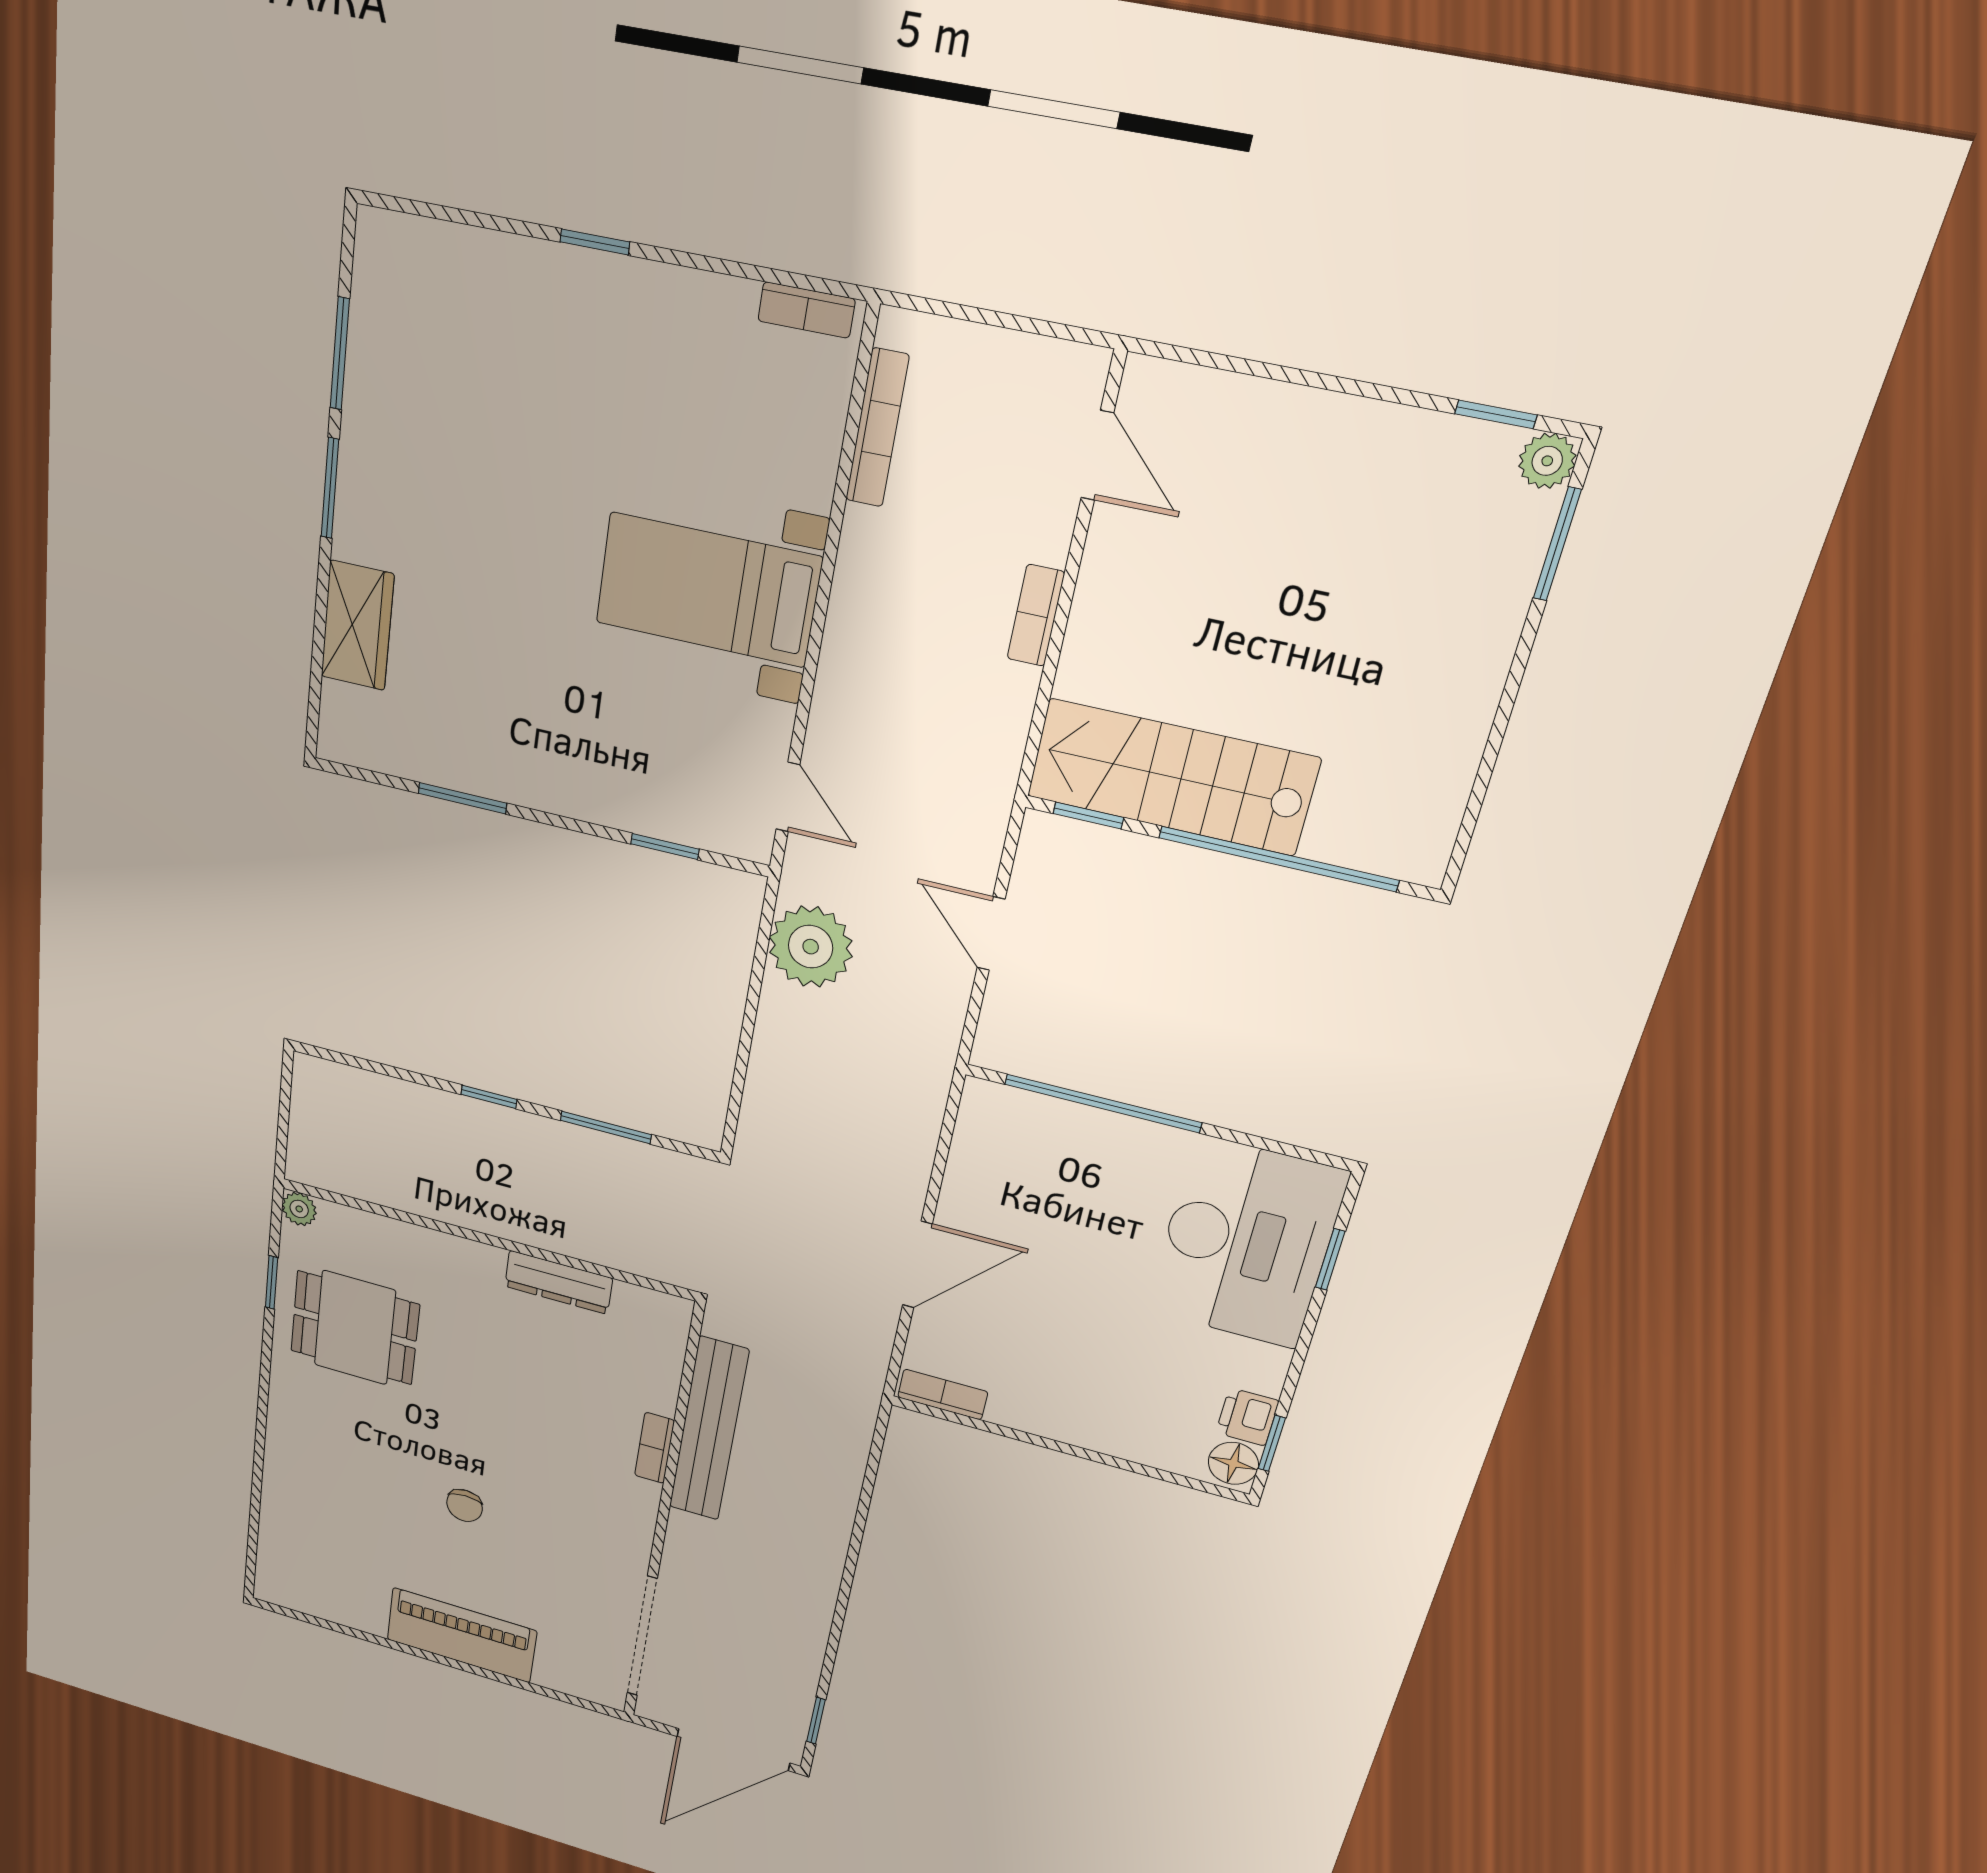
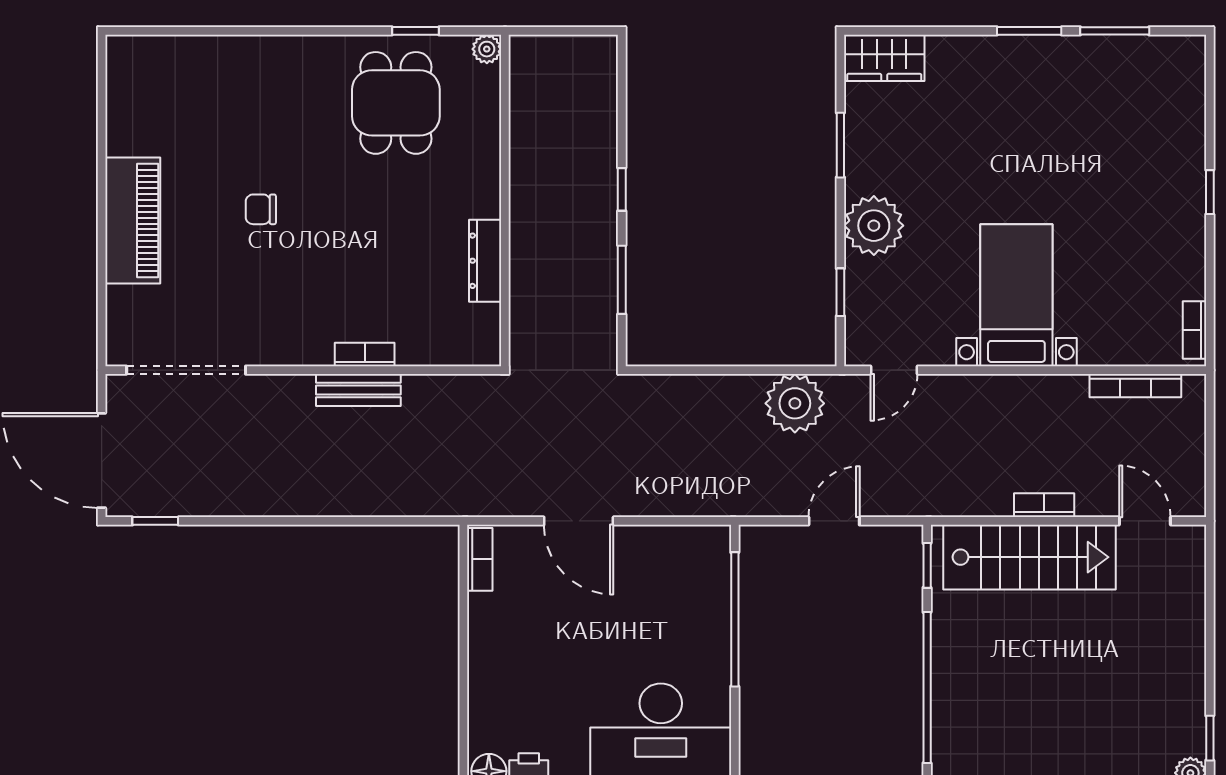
door: (1097, 455) -> (1145, 521), swing flipped
wardrobe: (357, 626) -> (884, 58), moved
stairs: (1172, 777) -> (1029, 557), moved, turned 90
plant: (578, 778) -> (874, 226), added
bench: (709, 1429) -> (358, 390), width x0.54, depth x0.82

